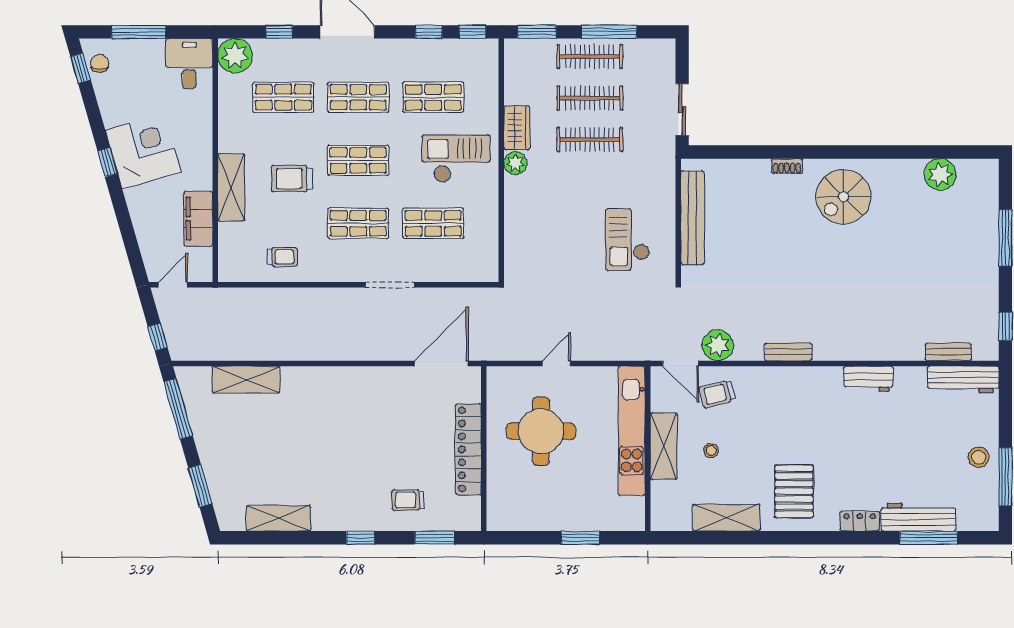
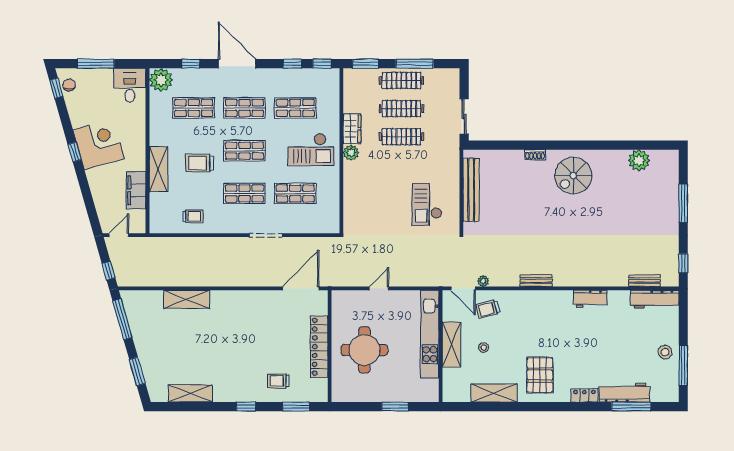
checkout: (456, 159) -> (311, 150), turned 180
plant: (718, 345) -> (483, 281), width x0.53, depth x0.53
shelving: (246, 380) -> (187, 299), moved
round table: (541, 431) -> (364, 350), moved

